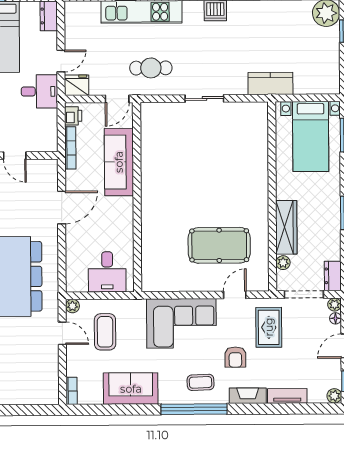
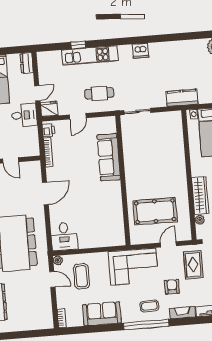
sofa: (119, 162) -> (109, 157), moved
wall: (137, 197) -> (123, 180), moved
desk: (107, 272) -> (64, 236), moved
armchair: (235, 357) -> (172, 287), turned 180

